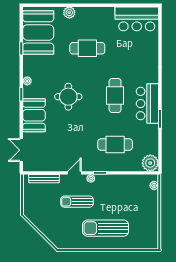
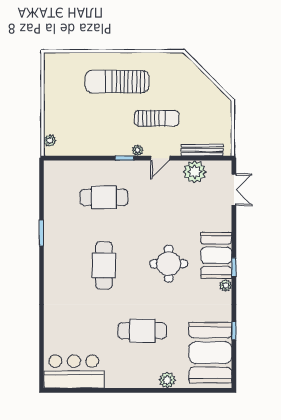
bar counter: (147, 104) -> (59, 254), removed
booth: (34, 115) -> (216, 255), moved
plant: (150, 163) -> (195, 172), moved
sun lounger: (106, 228) -> (117, 82), turned 180

